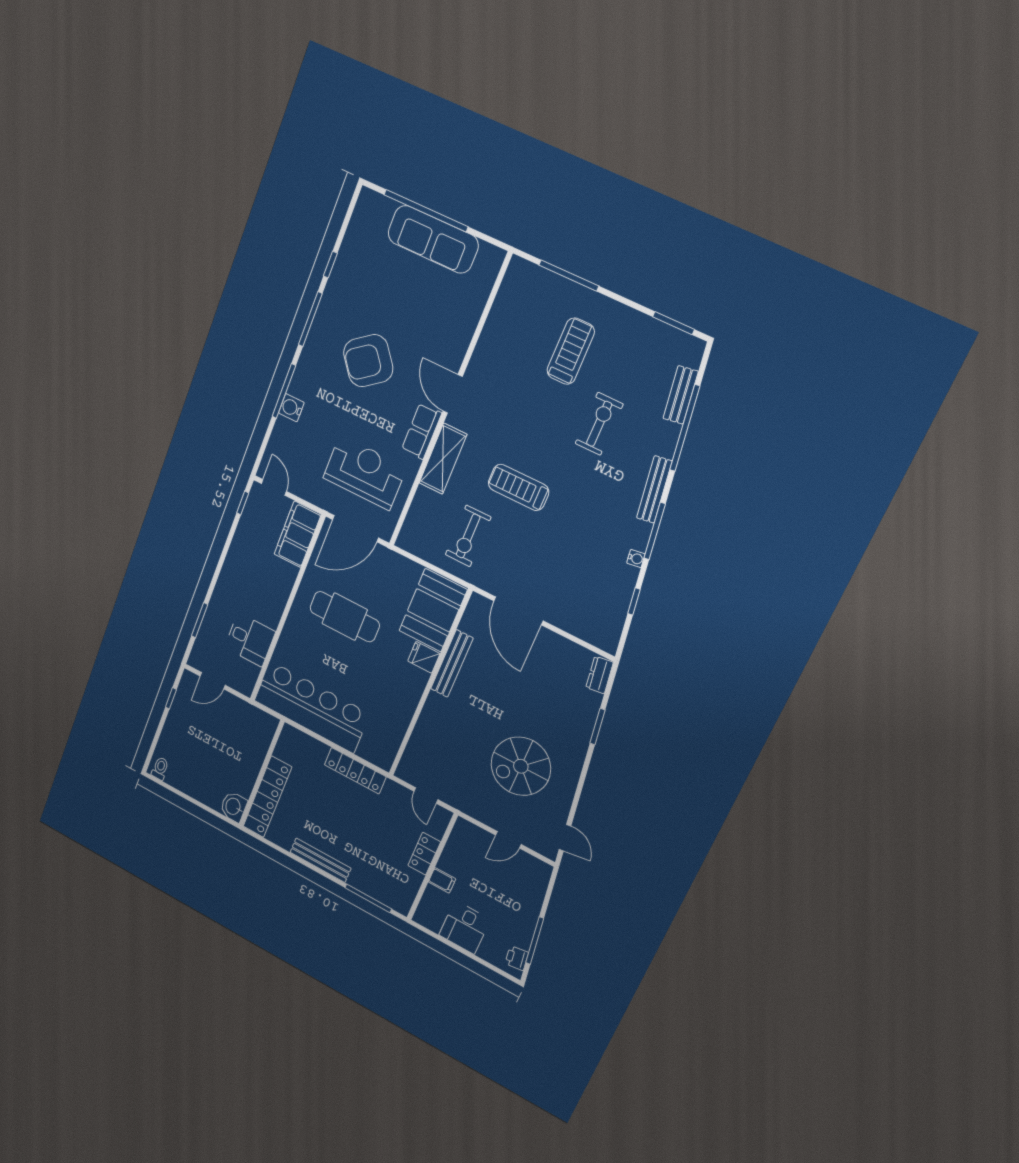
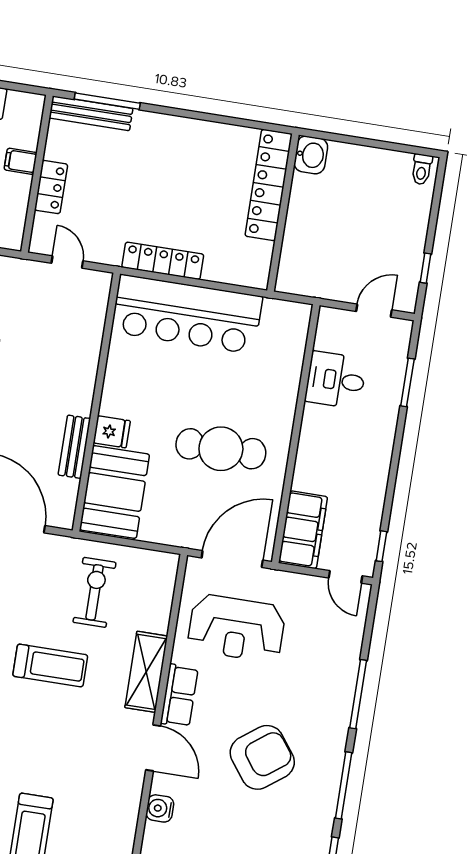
water cooler: (291, 408) -> (160, 808), moved, turned 180
bench: (452, 663) -> (74, 447), width x0.73
bar counter: (312, 707) -> (187, 314), moved
bench: (320, 860) -> (91, 113), moved

